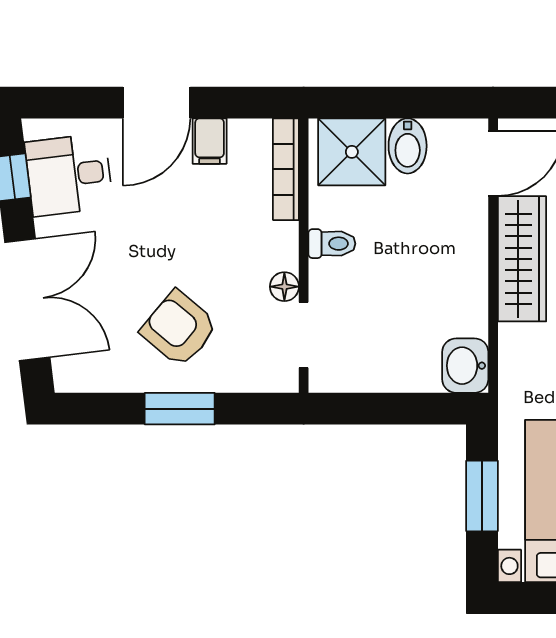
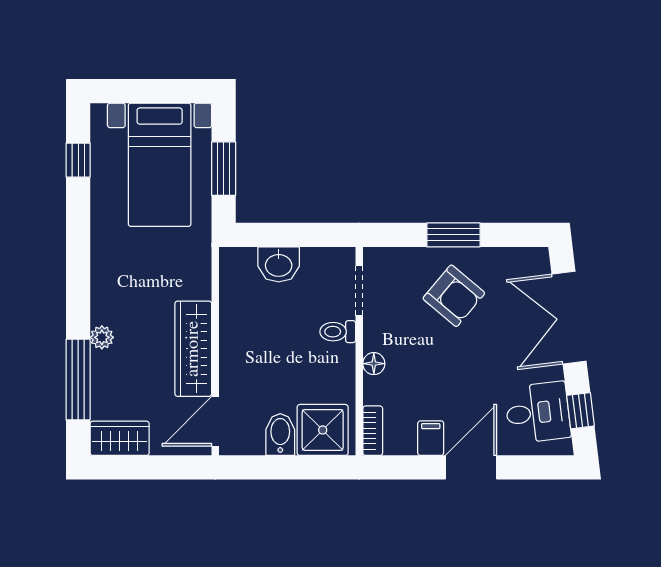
bookcase: (286, 169) -> (373, 431), width x0.64
toilet: (332, 244) -> (338, 332), moved
floor lamp: (284, 287) -> (374, 364), moved
washbasin: (465, 366) -> (279, 264), moved, turned 90

